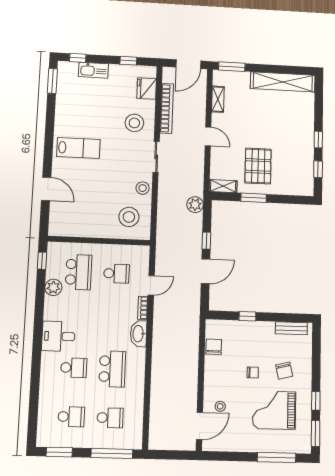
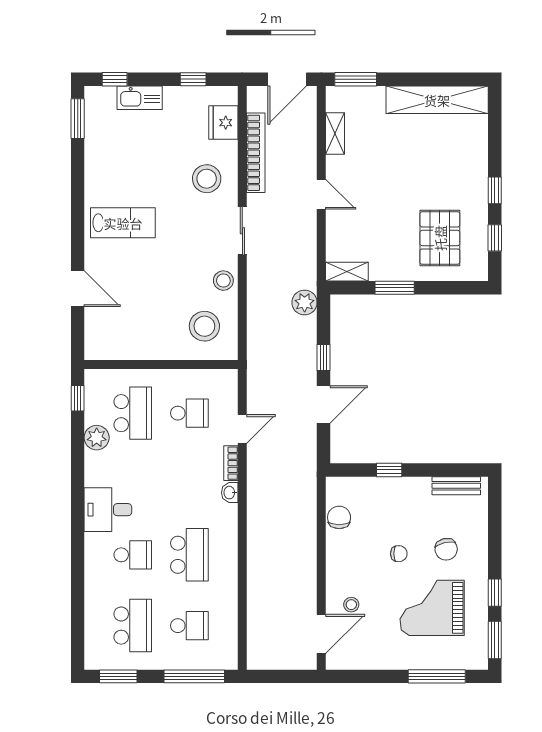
pallet: (258, 166) -> (440, 238), moved
washbasin: (139, 334) -> (230, 493), width x0.52, depth x0.69
school desk: (71, 417) -> (133, 626), width x1.85

